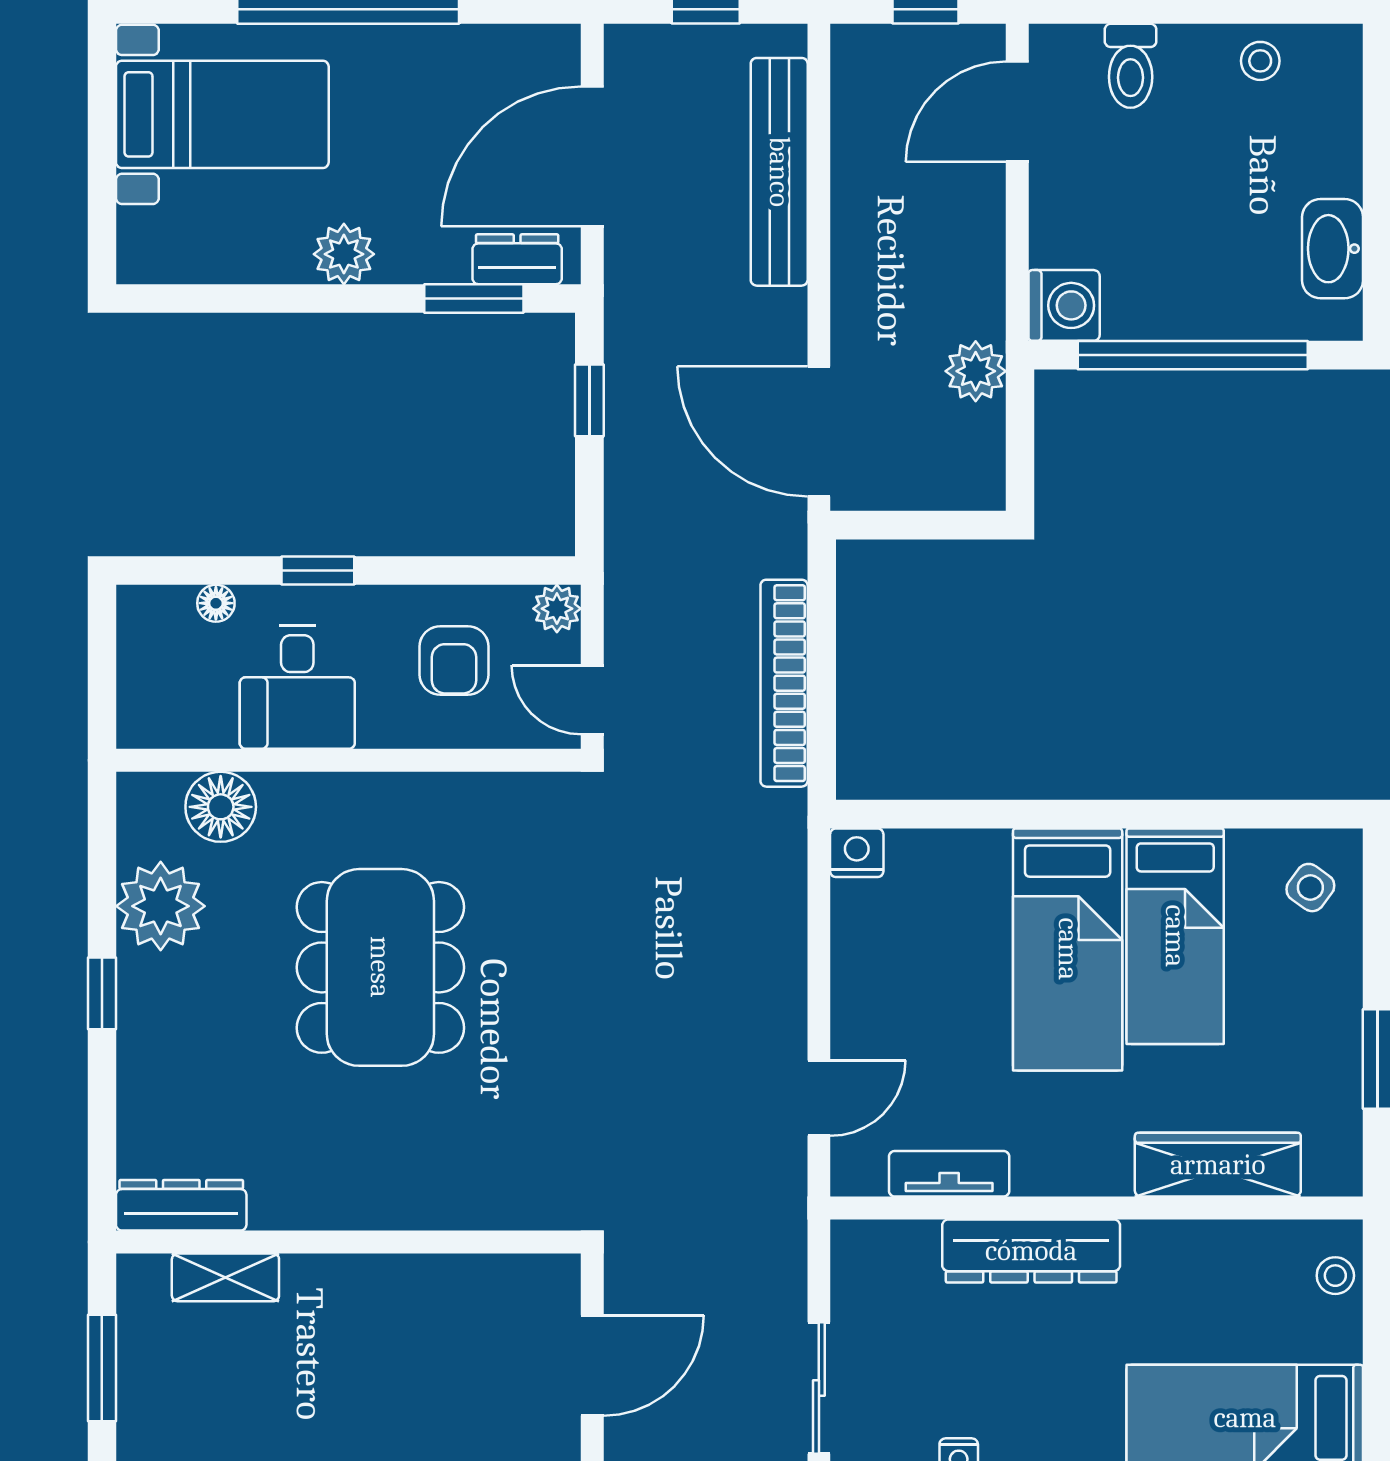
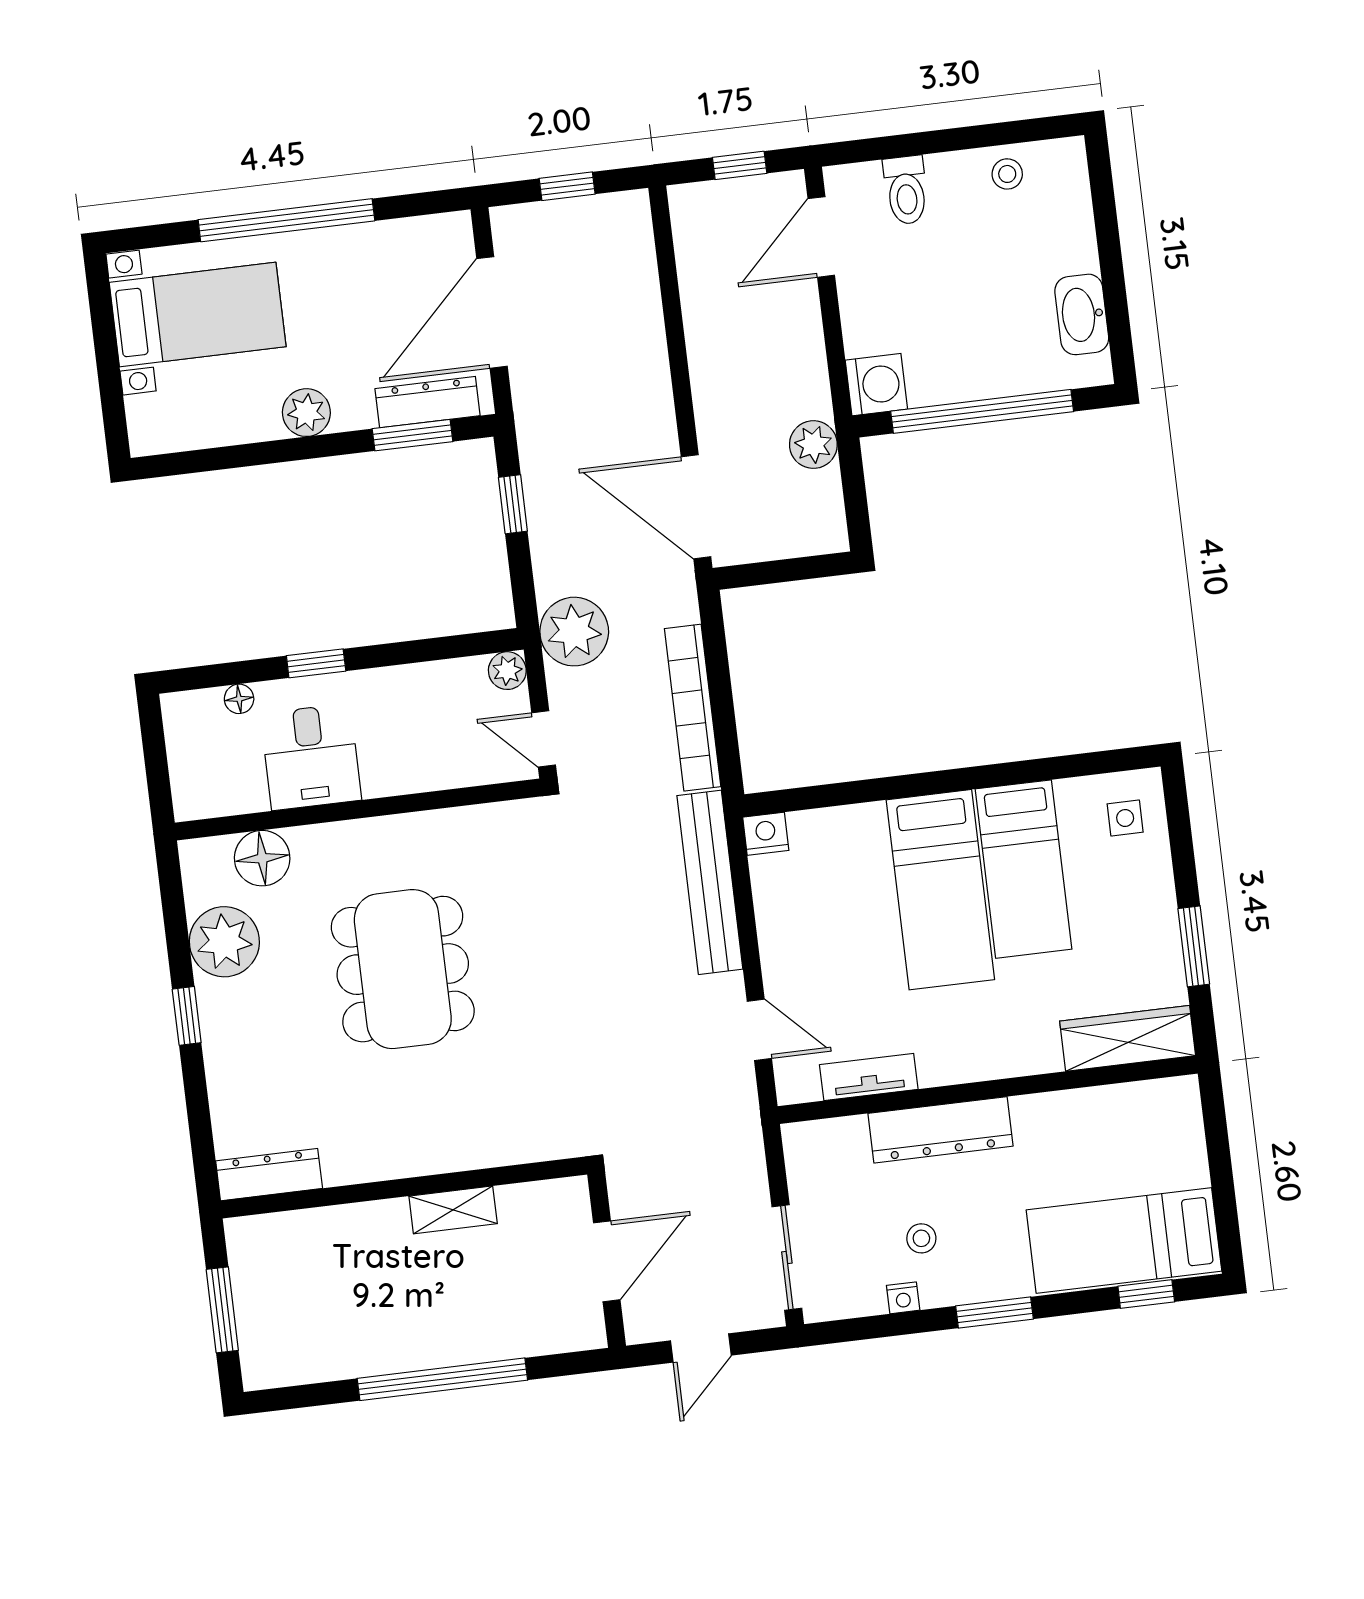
bench: (779, 172) -> (710, 882), moved
dresser: (517, 259) -> (428, 402), width x1.44
plant: (647, 570) -> (574, 632), added
armchair: (454, 661) -> (431, 721), removed
side table: (1310, 888) -> (1125, 818), turned -36
door: (819, 1098) -> (759, 1030), hinge flipped
wardrobe: (1218, 1165) -> (1128, 1038), moved
stool: (1335, 1276) -> (921, 1238), moved
shelving: (225, 1277) -> (453, 1210), moved

